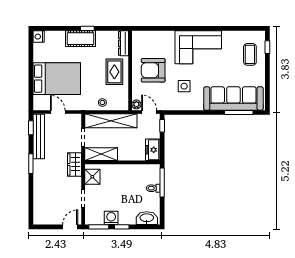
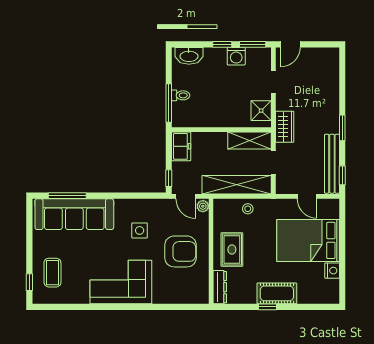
nightstand: (39, 37) -> (332, 271), moved

